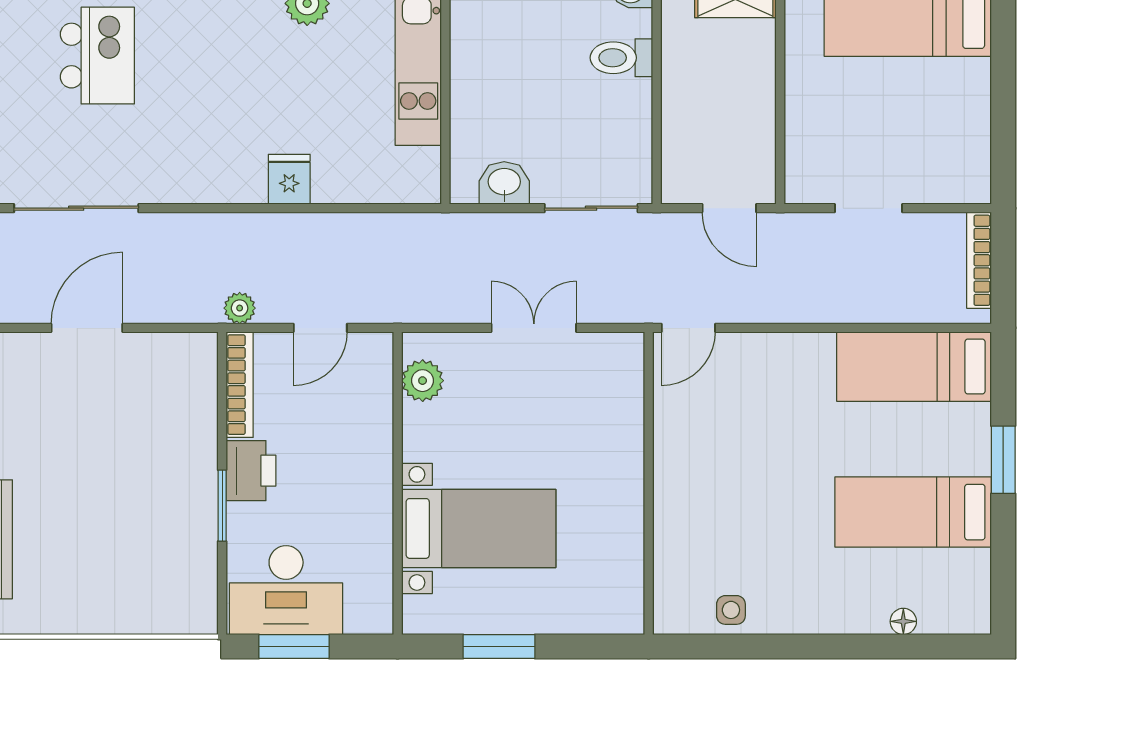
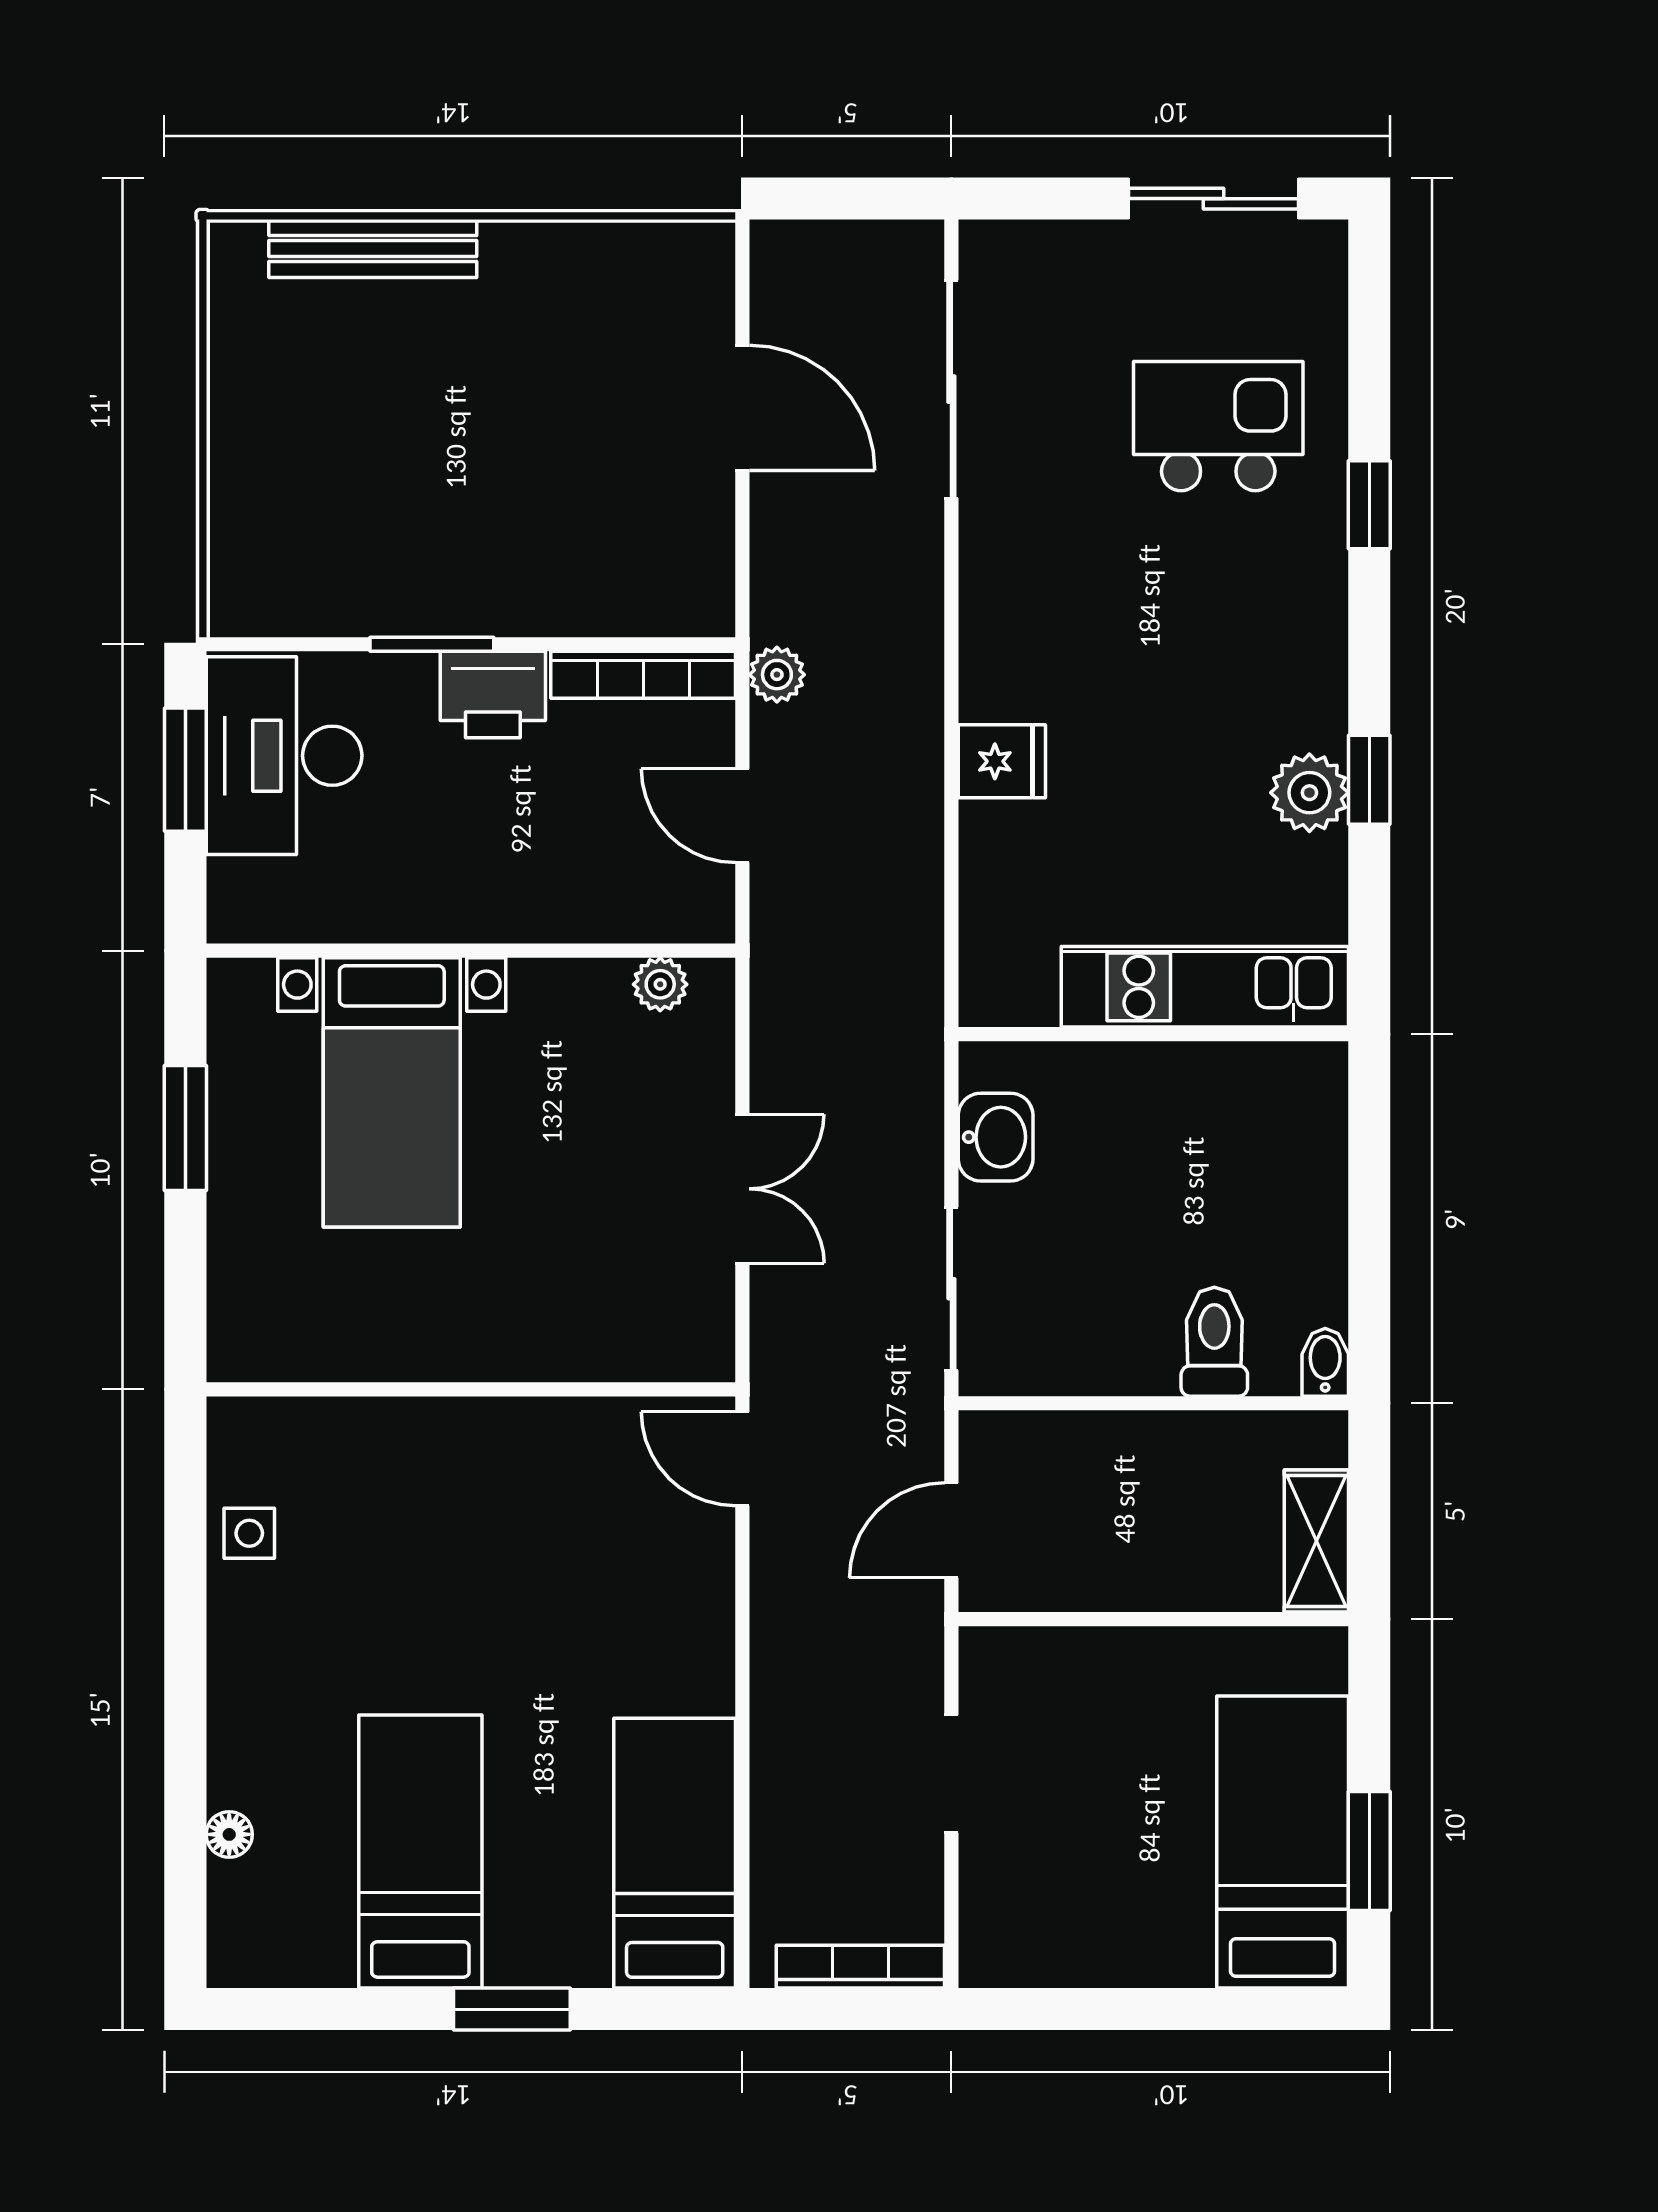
kitchen island: (97, 56) -> (1218, 426), turned 180
plant: (423, 381) -> (660, 984), width x0.73, depth x0.73

